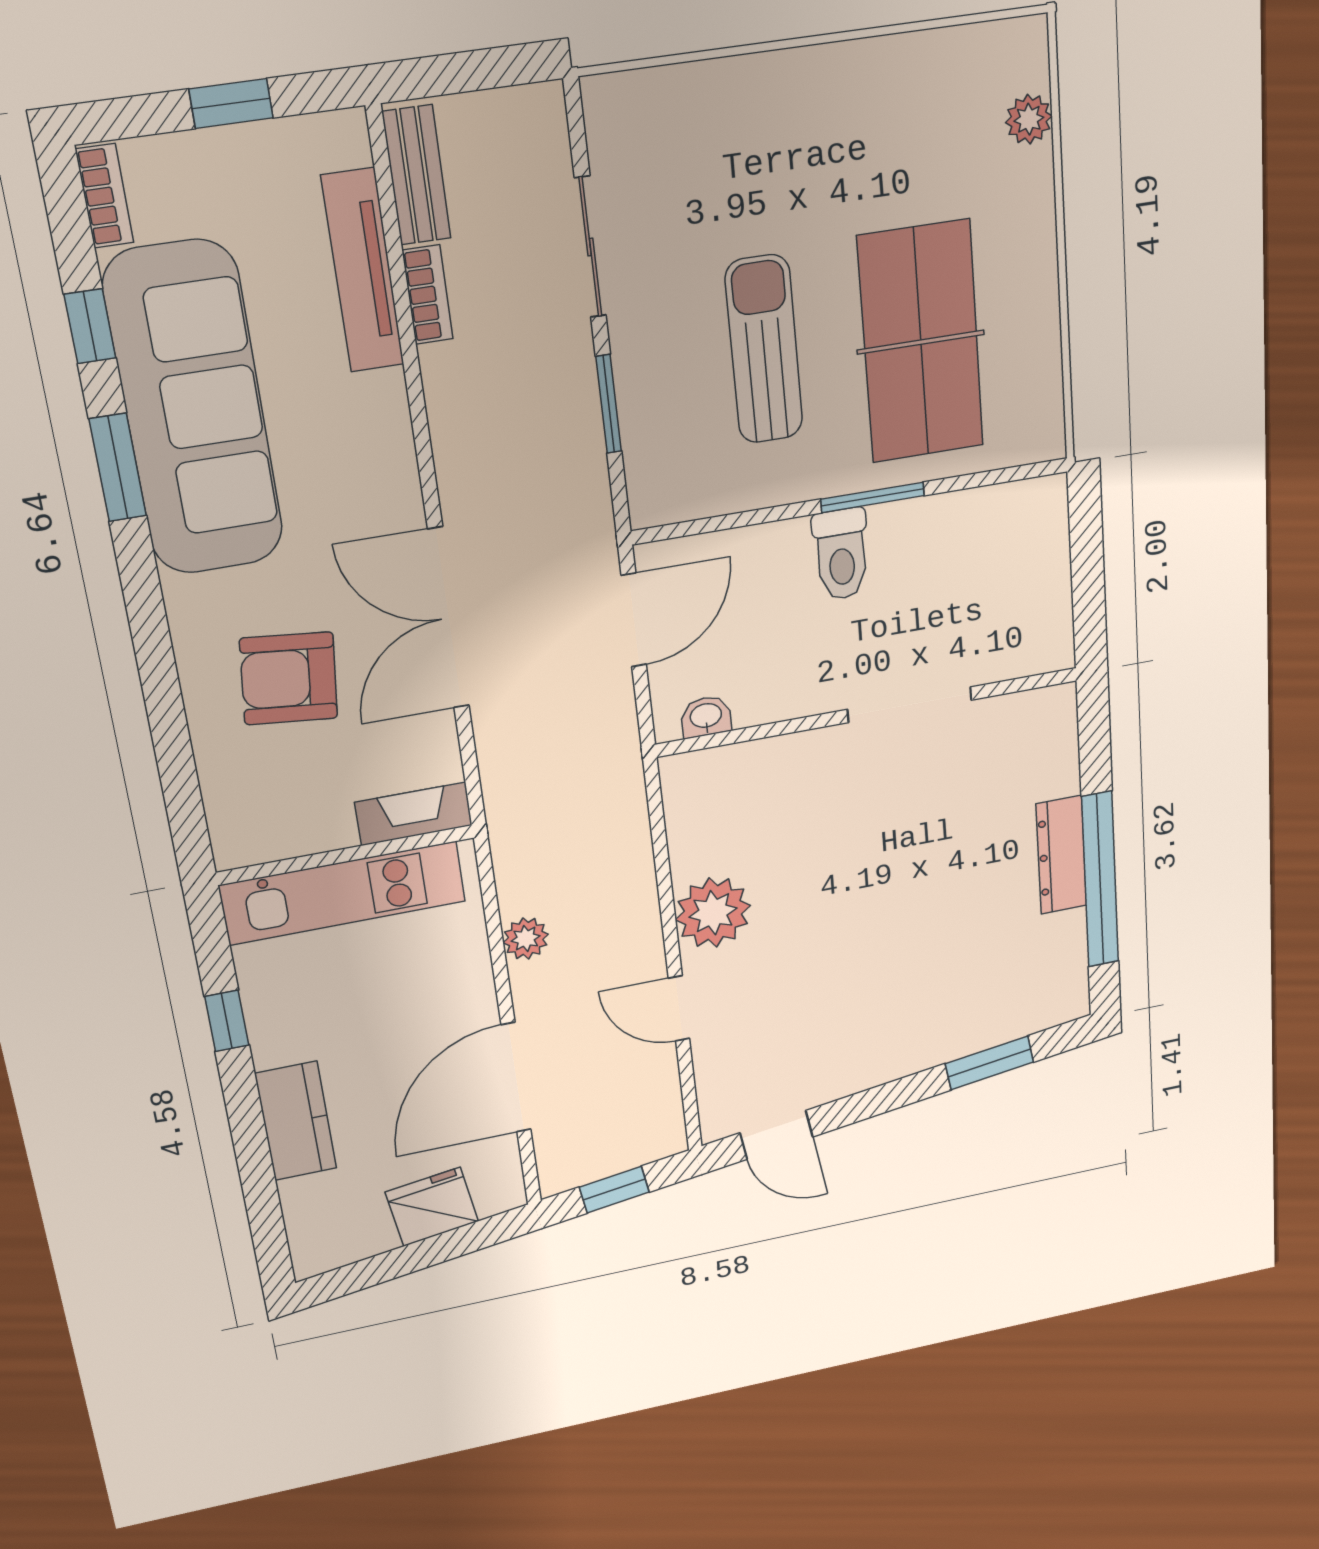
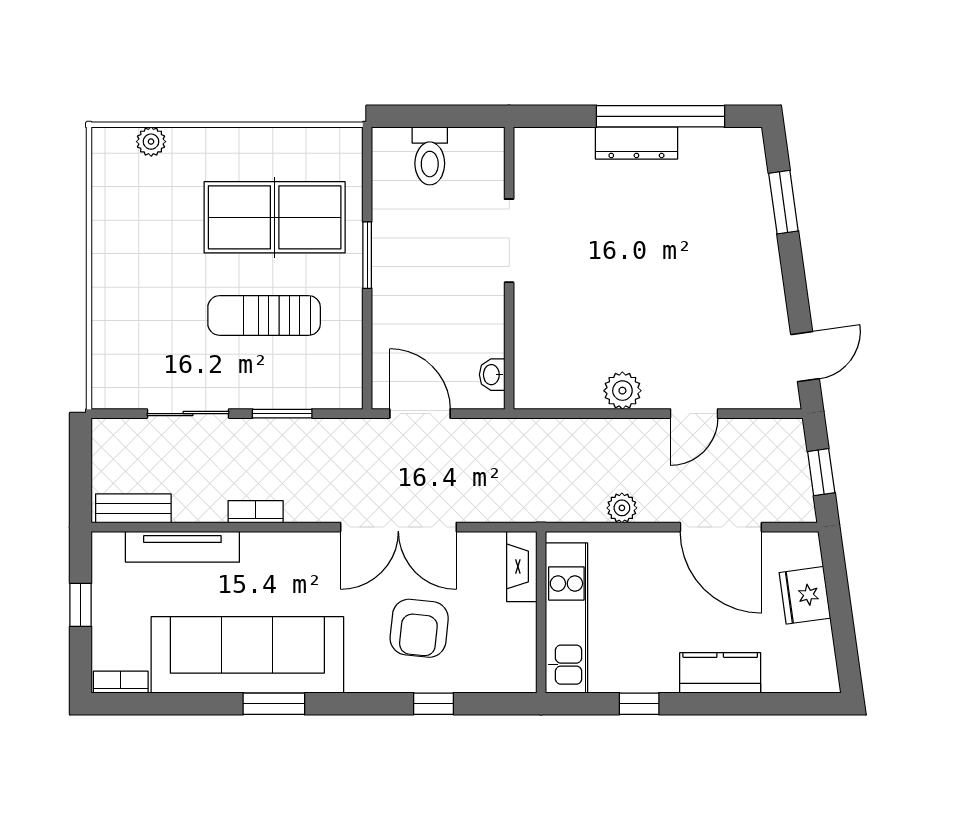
bookcase: (428, 295) -> (256, 512), moved
window: (90, 326) -> (434, 704), moved
toilet: (841, 554) -> (430, 156), moved, turned 90
plant: (713, 913) -> (622, 391), width x0.73, depth x0.73

